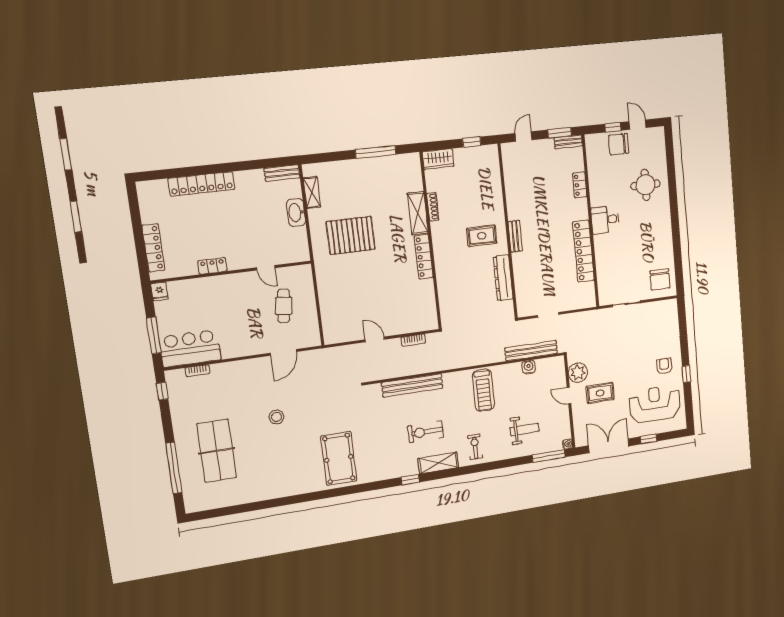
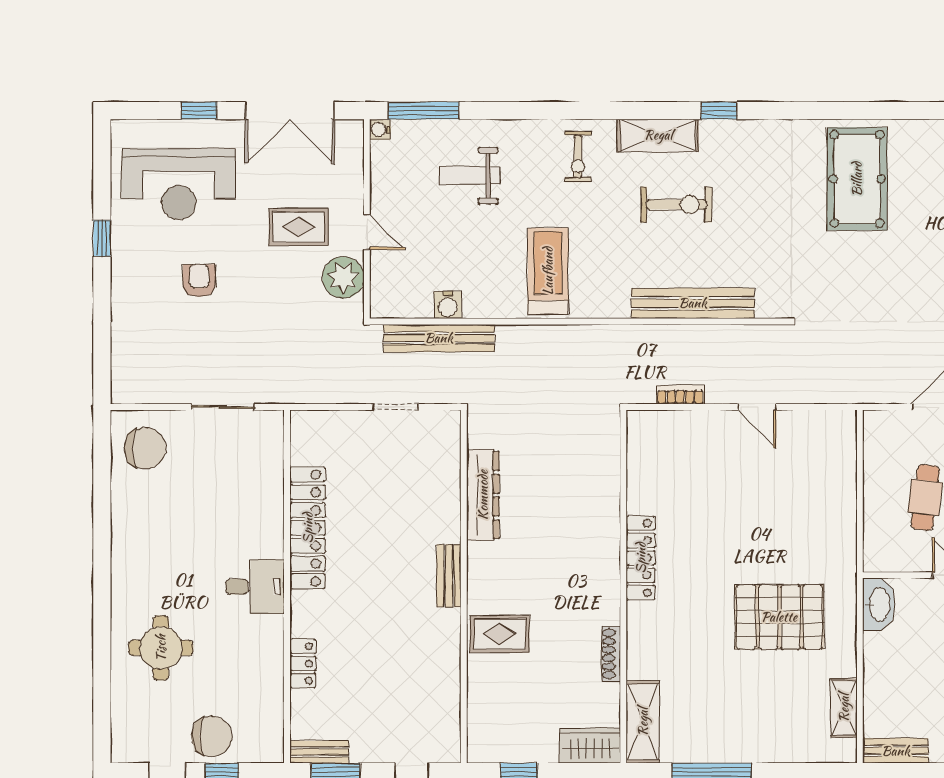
washbasin: (296, 213) -> (879, 604), moved
shelving: (418, 213) -> (643, 722), moved
rug: (482, 236) -> (500, 634), moved
chair: (660, 279) -> (145, 448), turned 90
armchair: (664, 366) -> (199, 281), moved, turned 180

